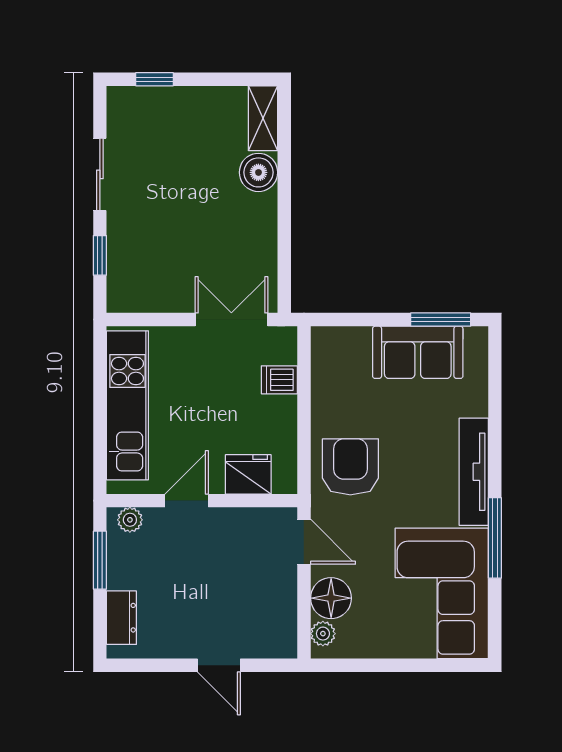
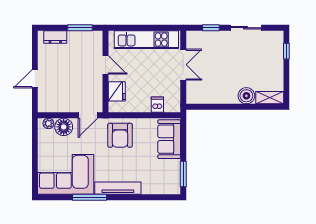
double door: (231, 320) -> (183, 65), moved
sofa: (418, 352) -> (169, 139), moved
armchair: (350, 467) -> (120, 135), turned 90
plant: (130, 520) -> (97, 41), removed

